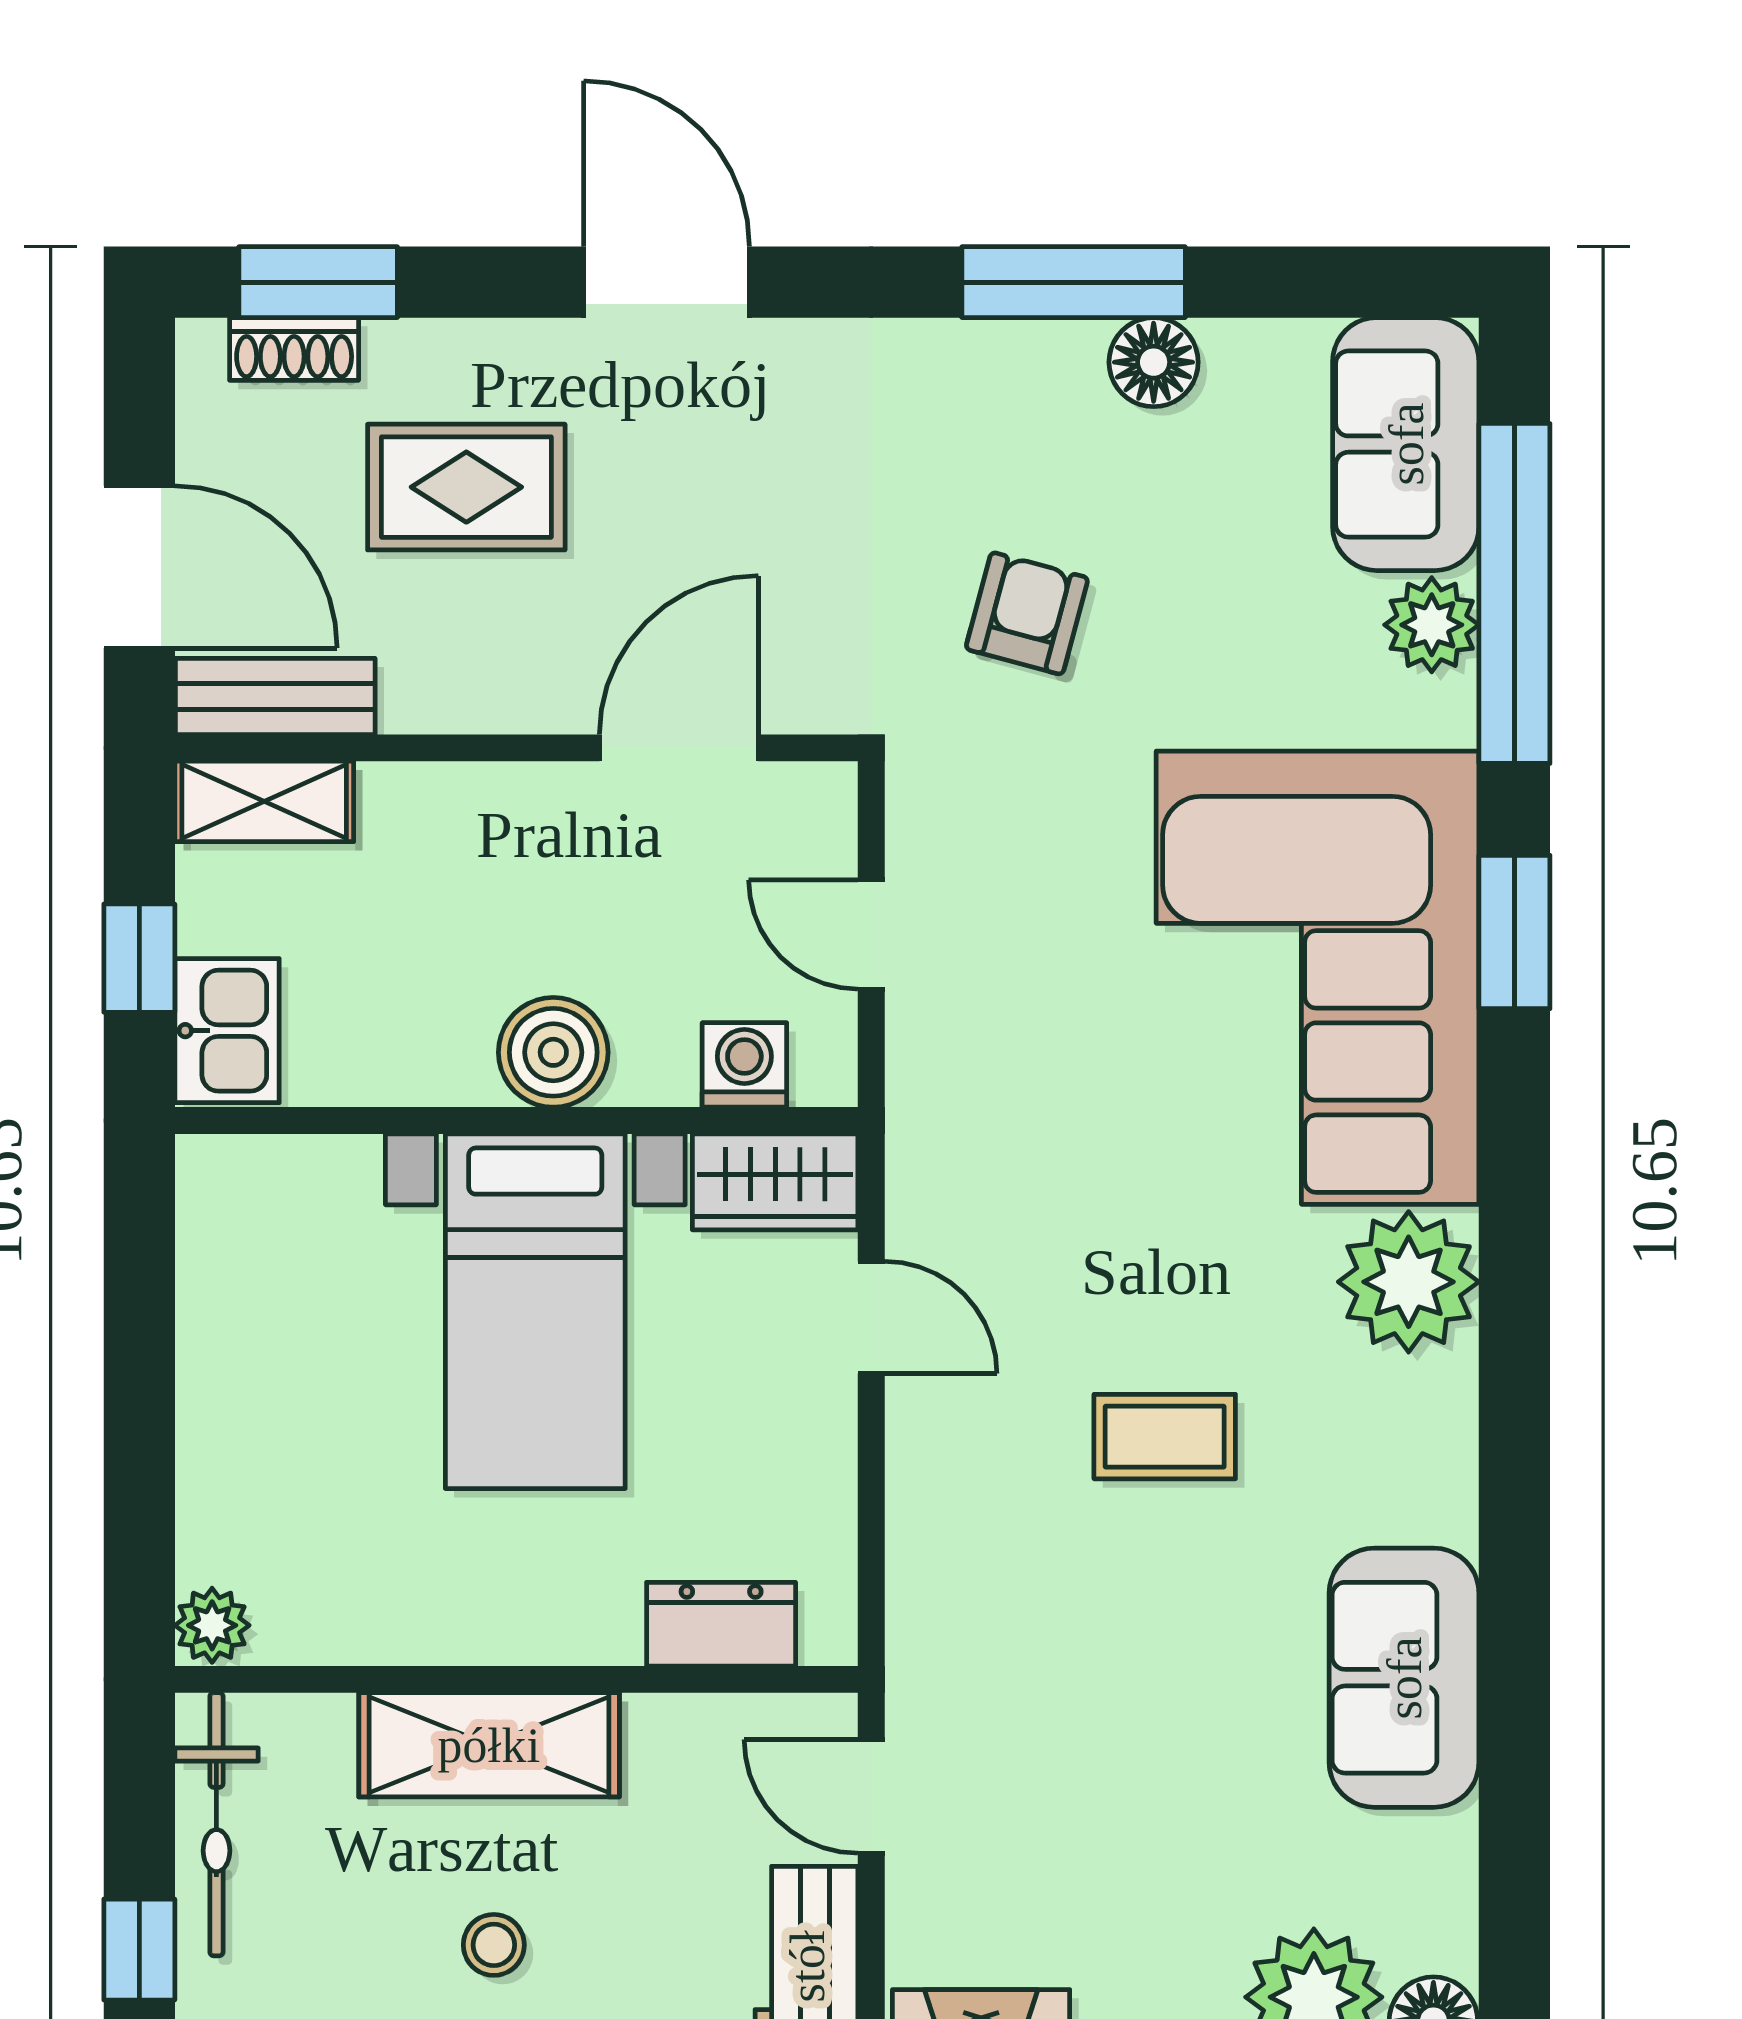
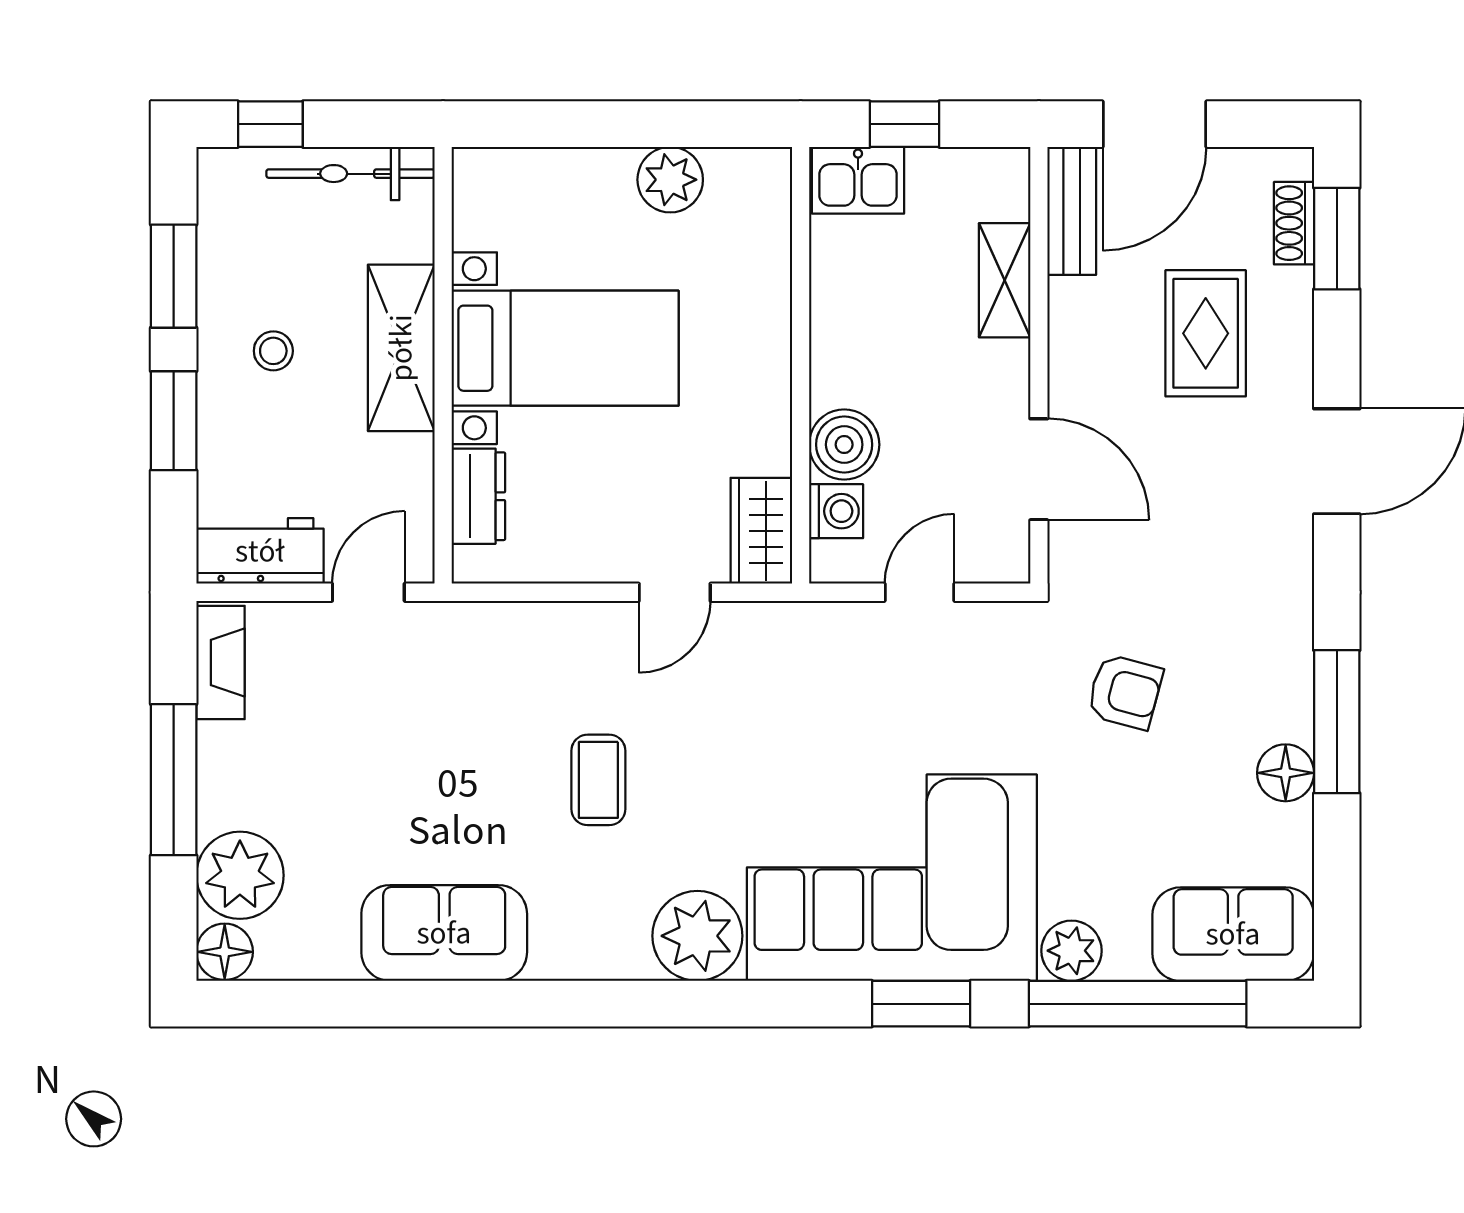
plant: (1432, 625) -> (1072, 951), moved
shelving: (264, 801) -> (1005, 280), moved
boiler: (553, 1052) -> (844, 445), moved
bed with nightstands: (535, 1311) -> (565, 348), moved, turned 180
plant: (212, 1625) -> (670, 180), moved, width x1.38, depth x1.38

